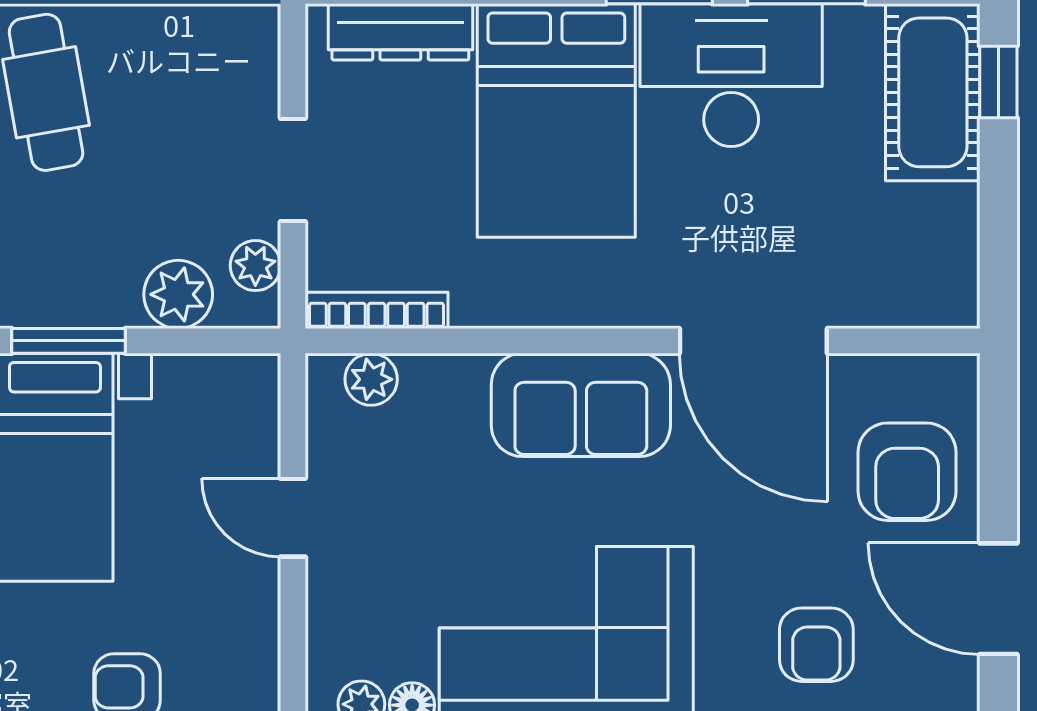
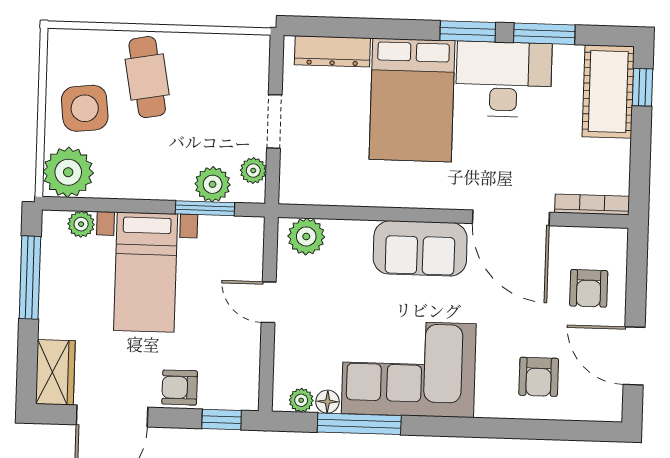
bookcase: (377, 310) -> (592, 205), moved
window: (68, 341) -> (205, 208), moved
plant: (371, 379) -> (306, 236), width x1.38, depth x1.38
armchair: (907, 472) -> (589, 288), width x0.72, depth x0.72

